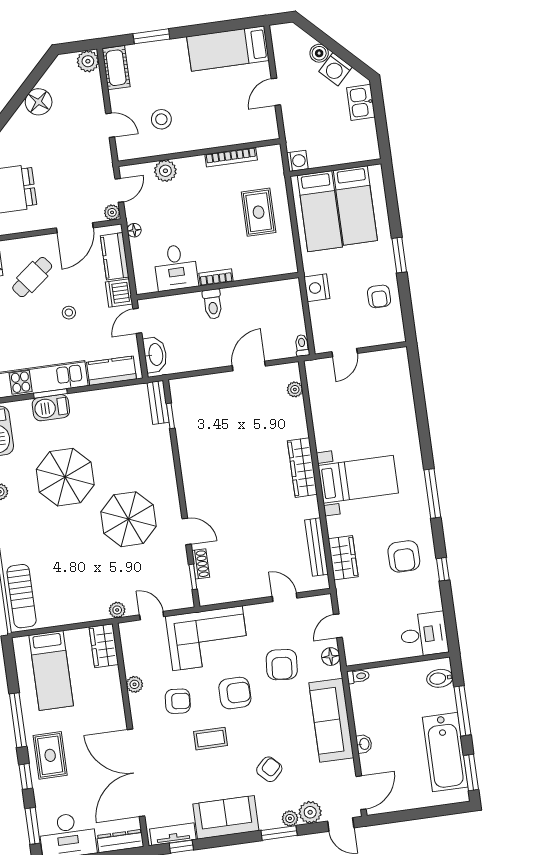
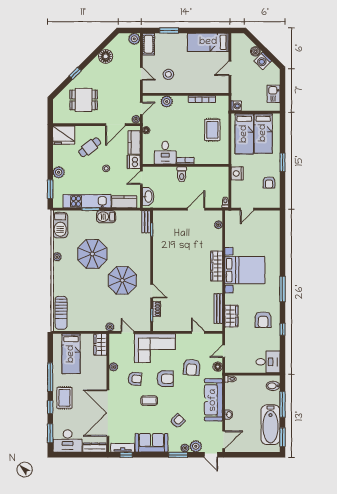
kitchen sink: (361, 102) -> (274, 94), moved
barbecue: (51, 408) -> (106, 217), moved
bed with nightstands: (358, 479) -> (245, 270), width x1.36

